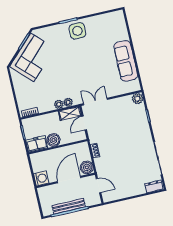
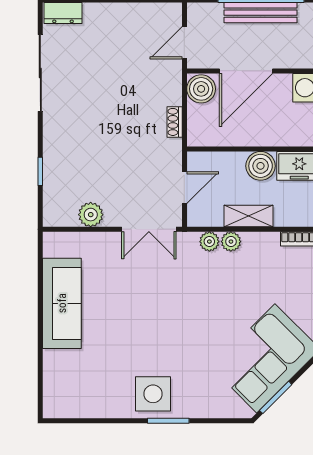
plant: (137, 99) -> (91, 215), moved
shelving: (70, 113) -> (249, 216), moved
door: (99, 186) -> (184, 43), hinge flipped

